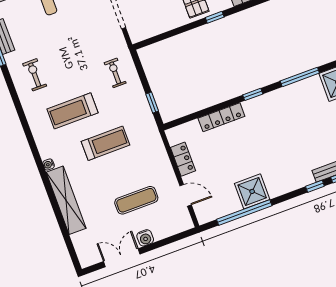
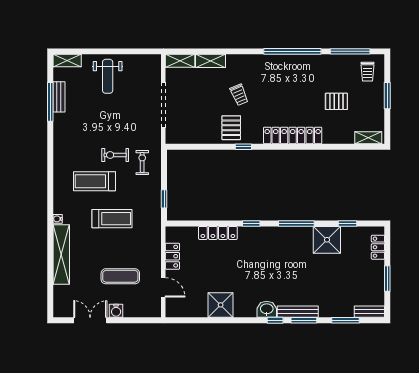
exercise bike: (35, 75) -> (115, 155), moved, turned -90
washbasin: (302, 178) -> (267, 309), added
window: (244, 212) -> (207, 320), removed

